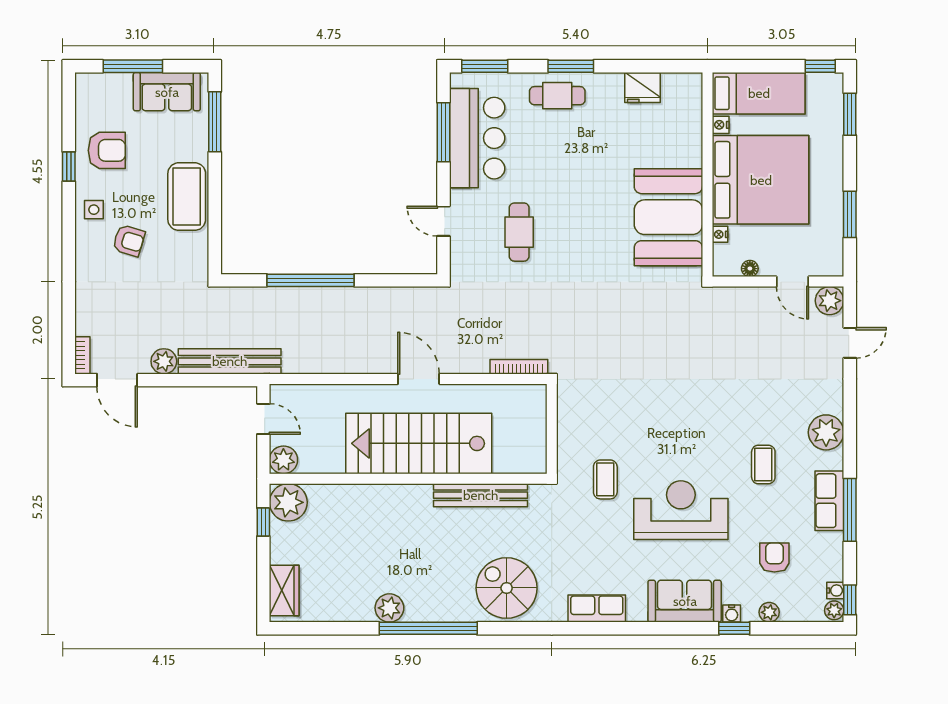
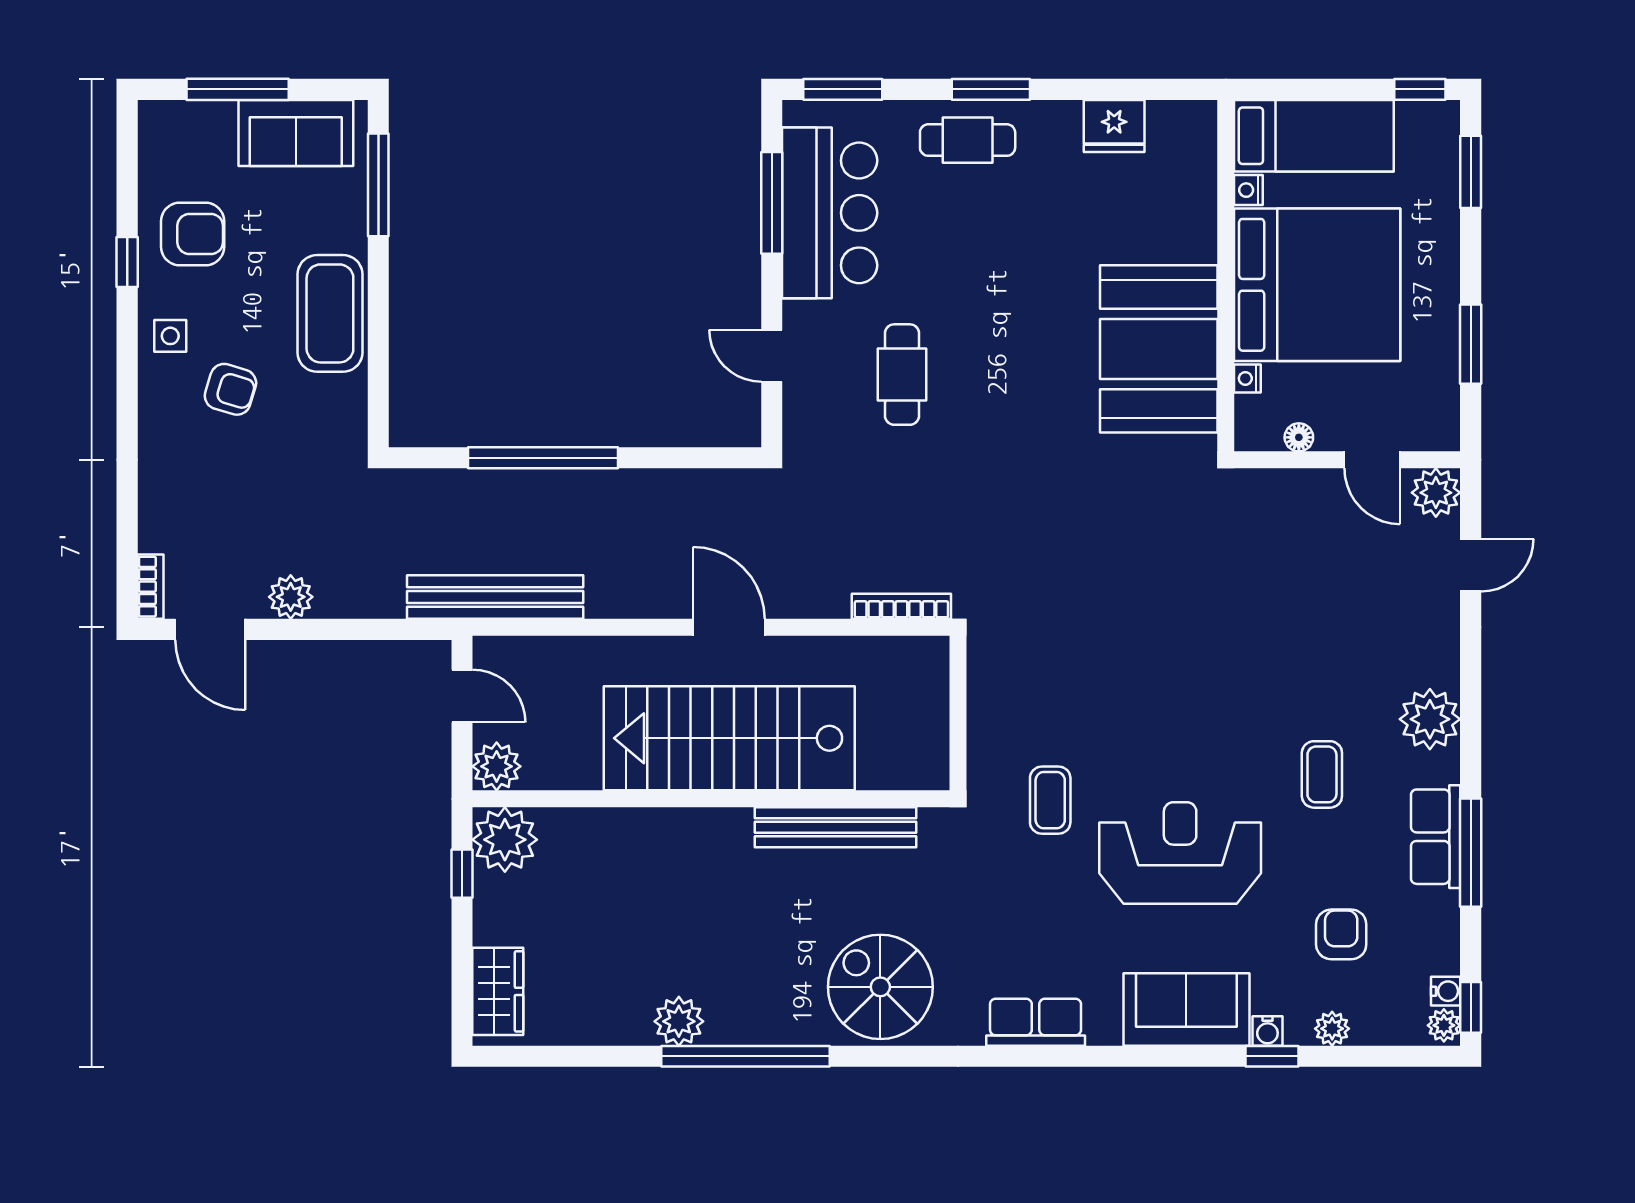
bench: (230, 361) -> (495, 597), moved

